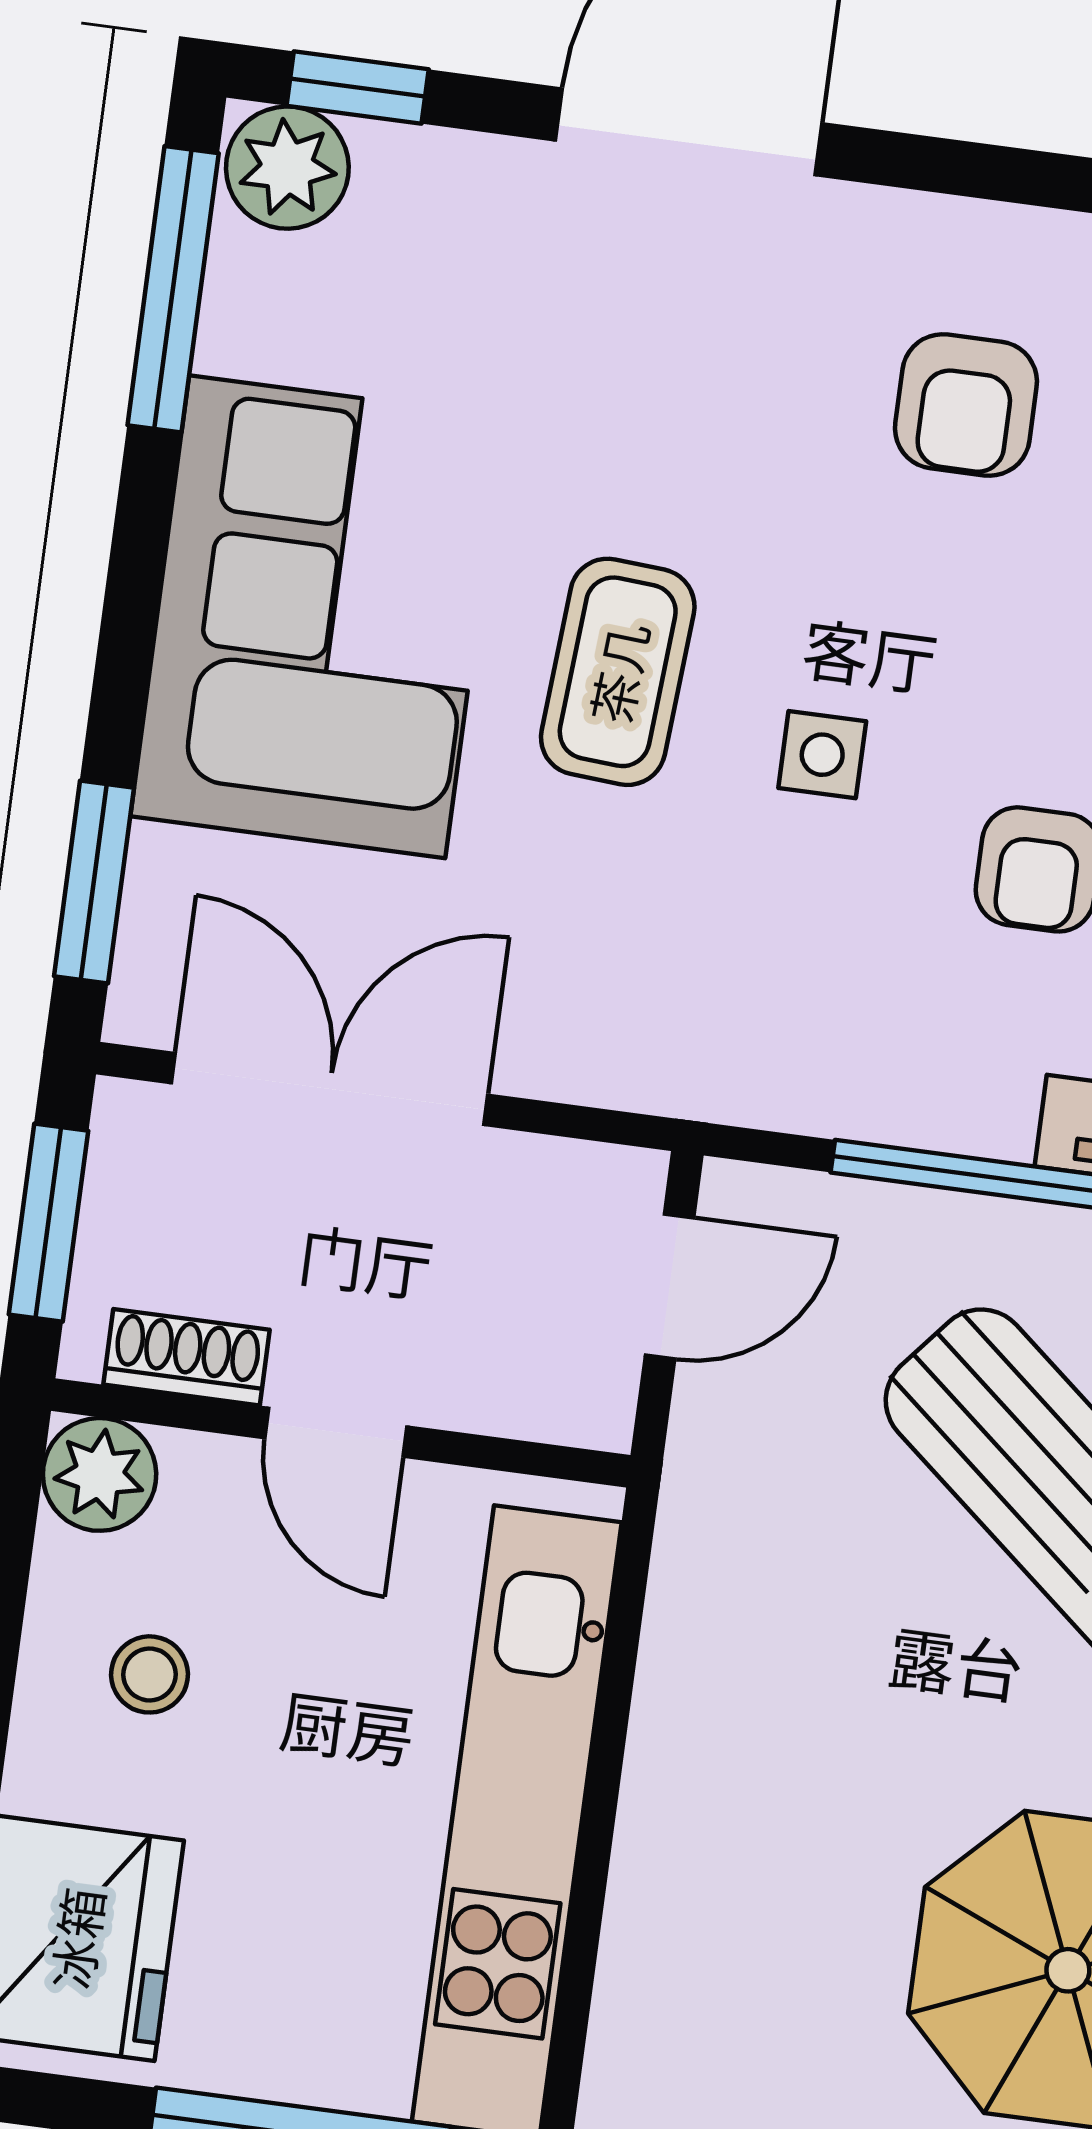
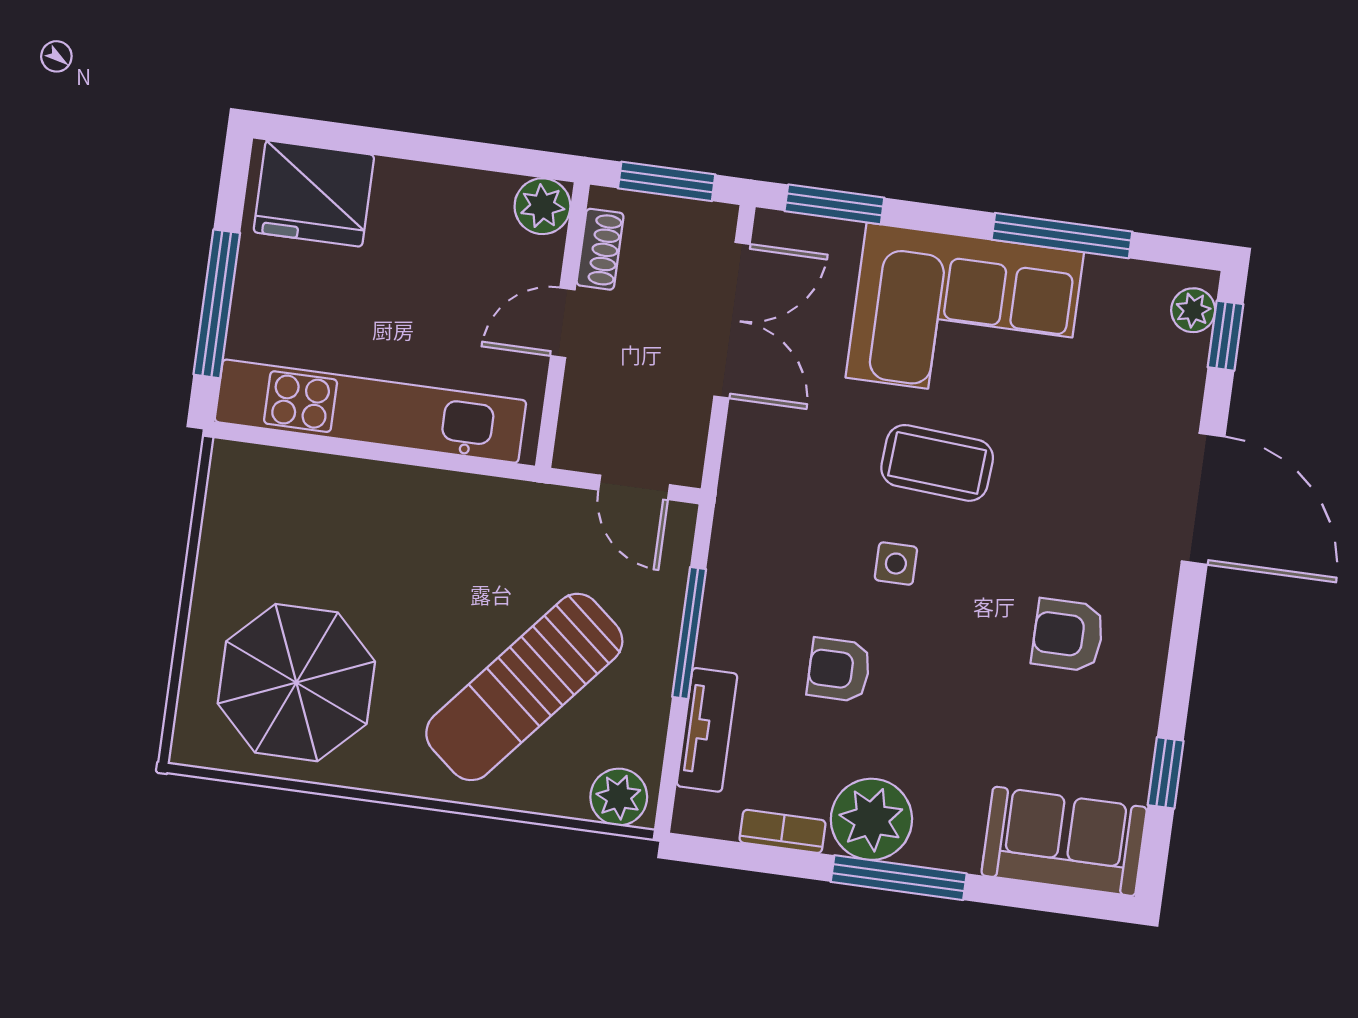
plant: (287, 168) -> (1193, 310), width x0.73, depth x0.73
window: (173, 289) -> (1062, 236), moved
stool: (150, 1674) -> (444, 230), removed

